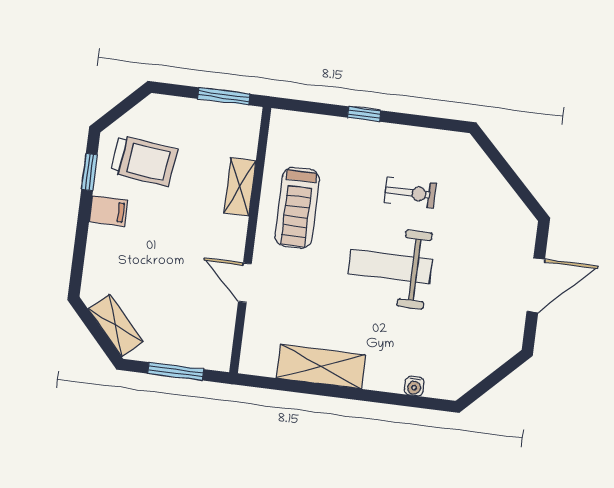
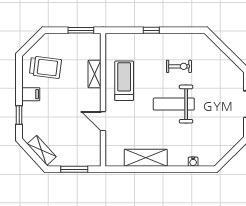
window: (89, 172) -> (19, 115), moved
treadmill: (297, 208) -> (124, 81), turned 180

